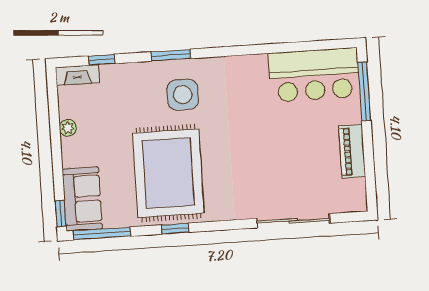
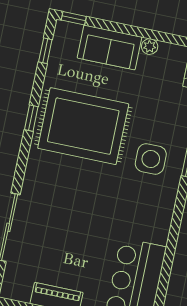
sofa: (82, 199) -> (109, 47), moved
window: (102, 233) -> (45, 51), width x0.46

